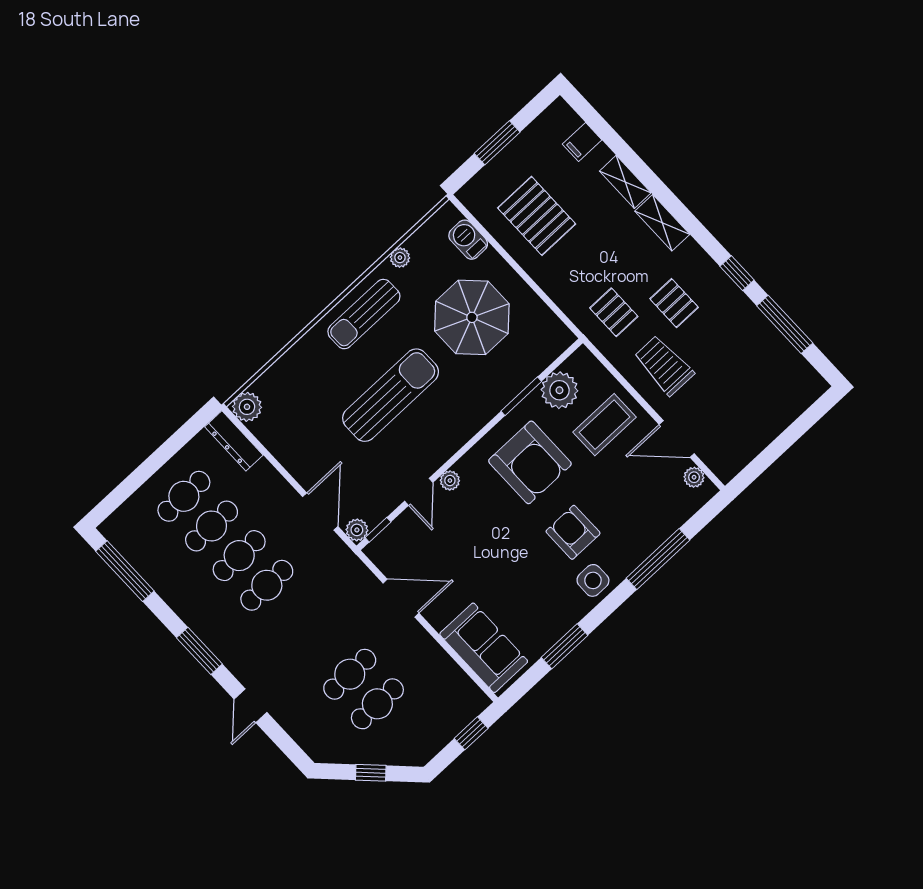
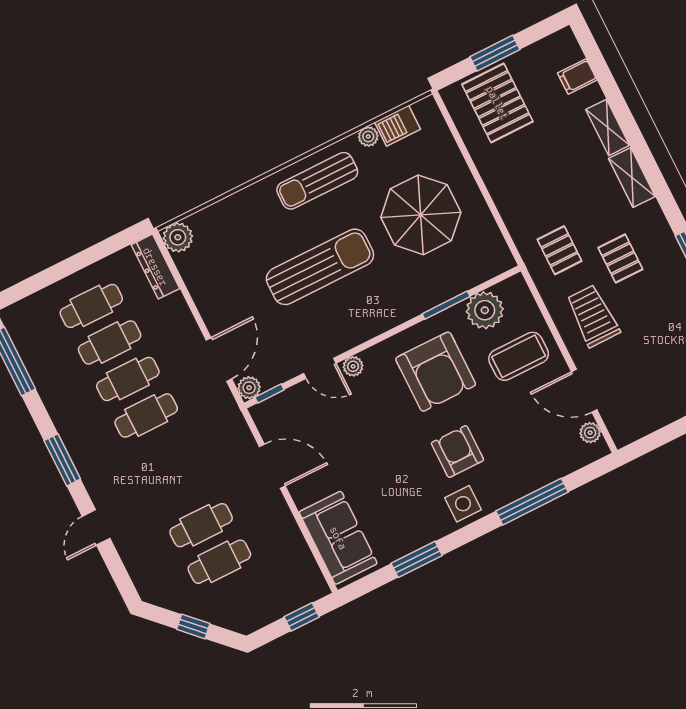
pallet: (537, 216) -> (497, 103), moved
barbecue: (468, 240) -> (398, 126), moved, turned -90
door: (419, 492) -> (320, 368), hinge flipped

